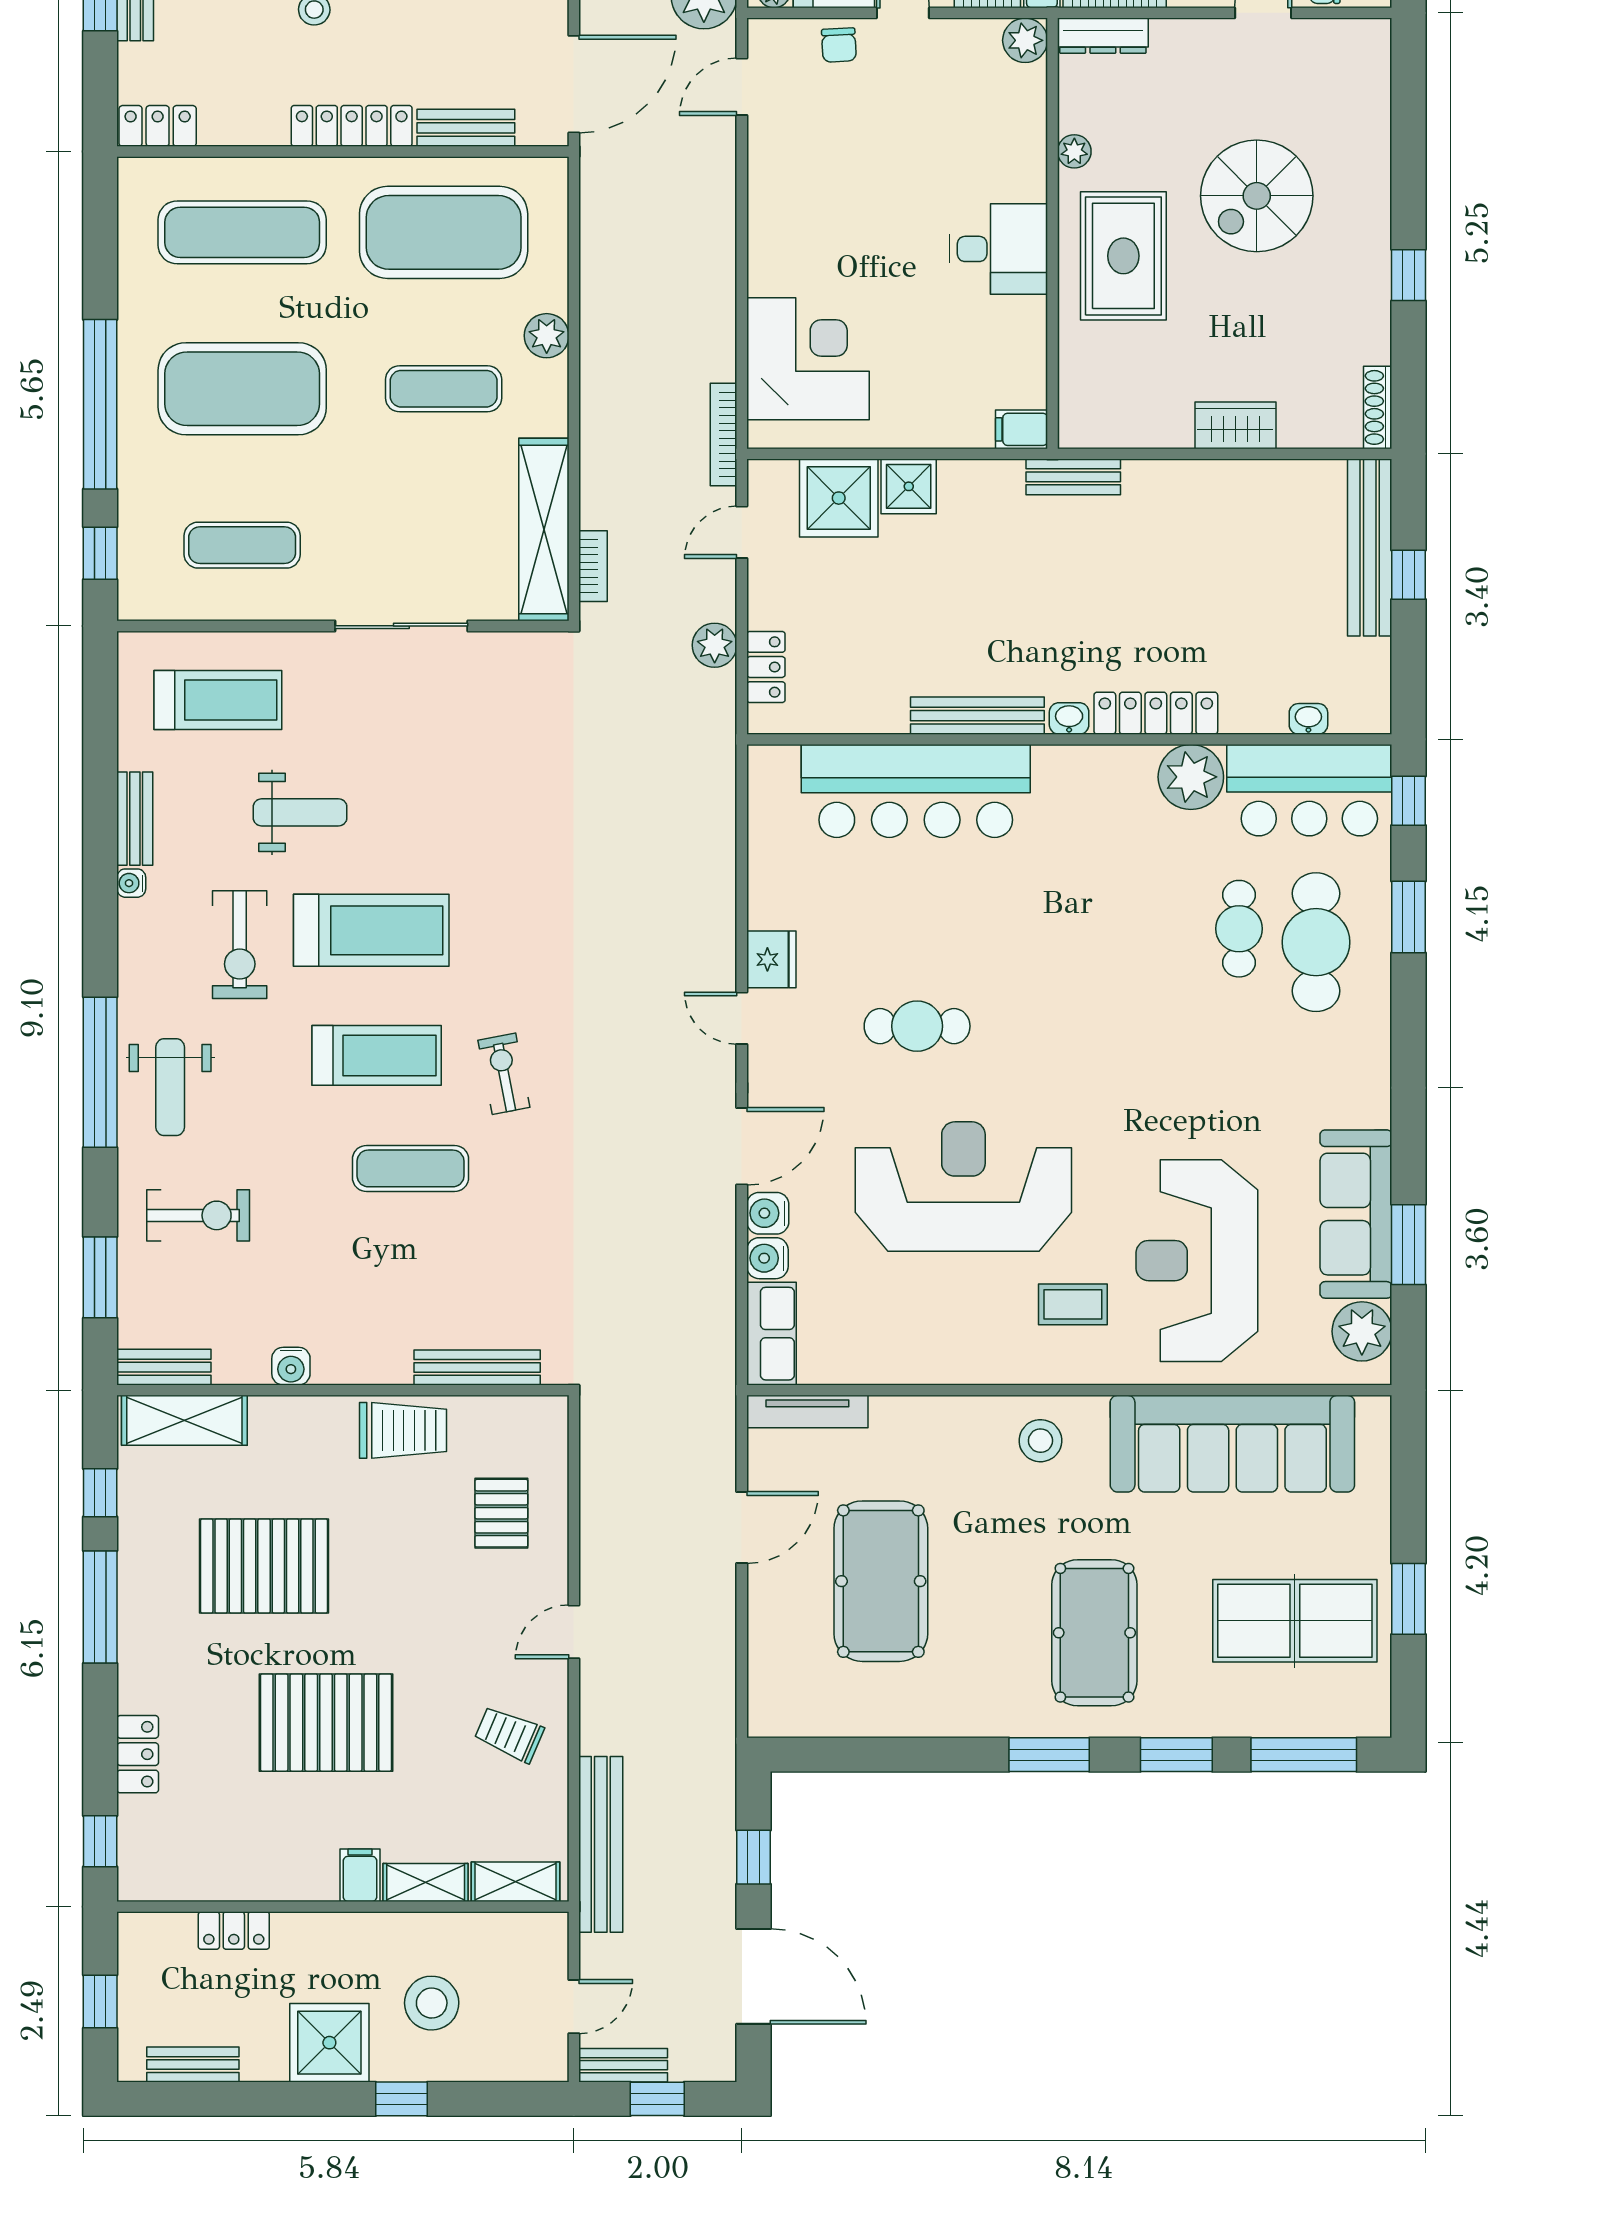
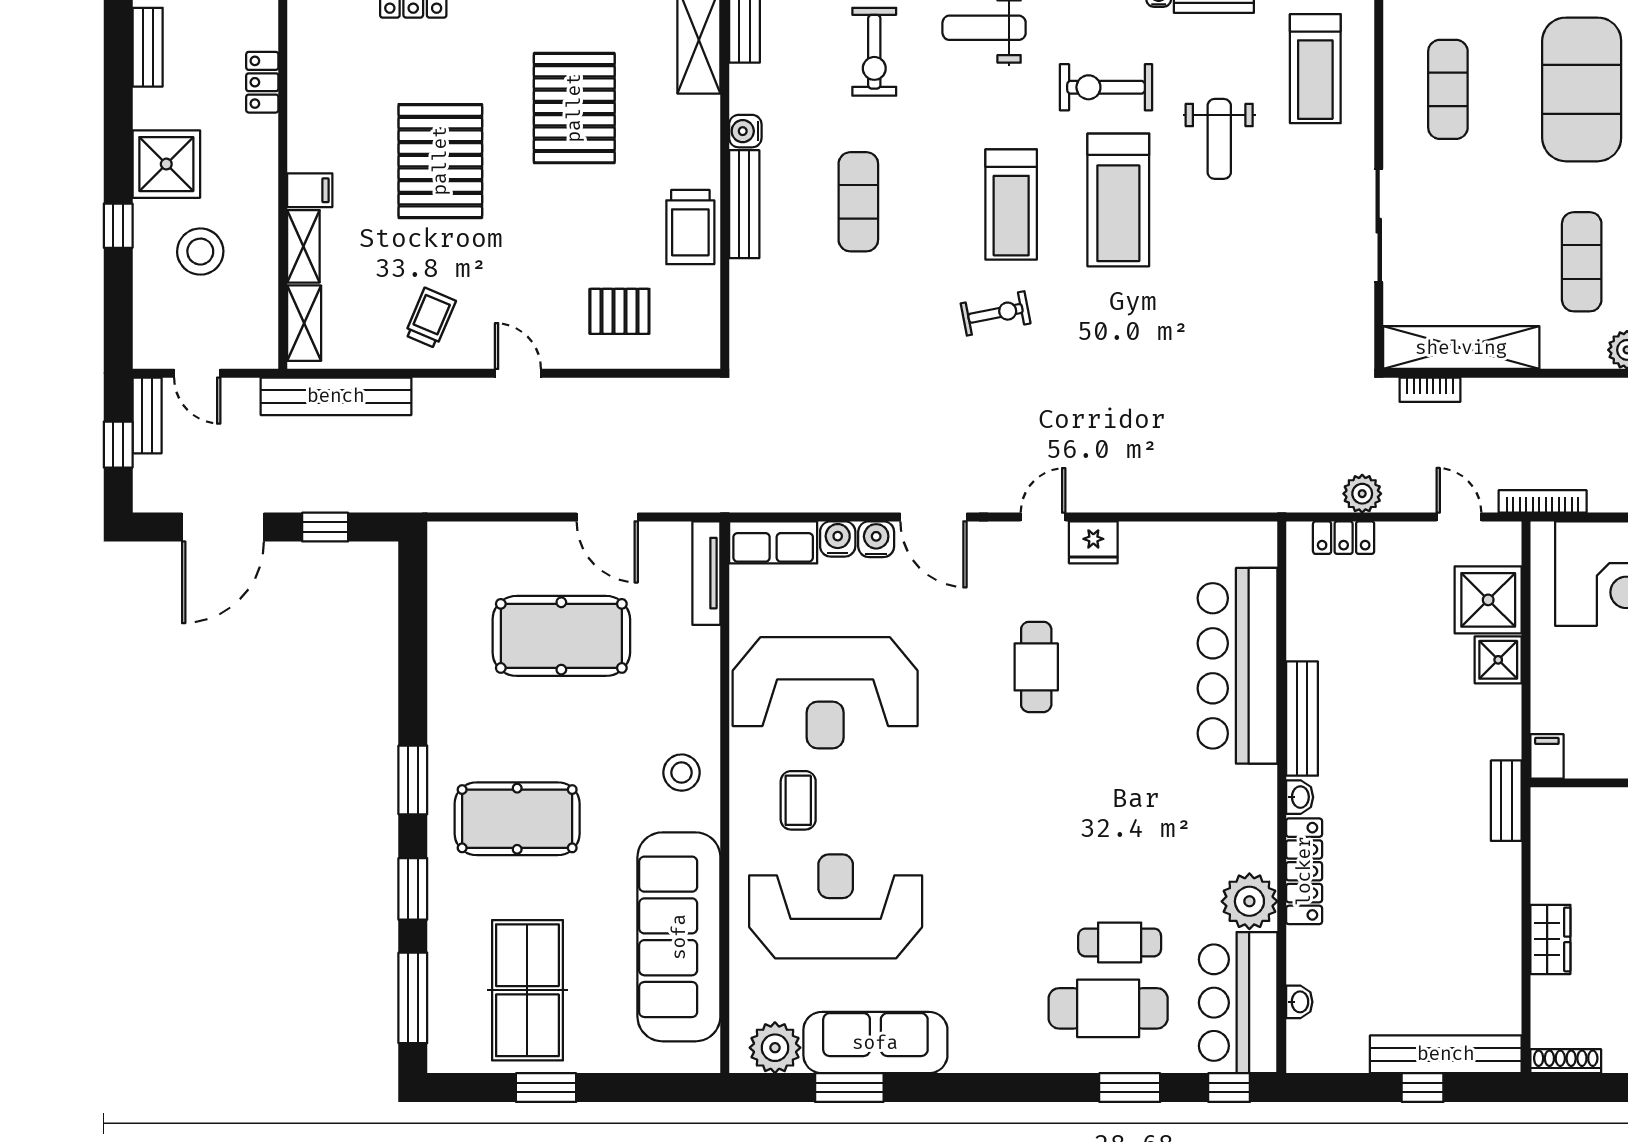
exercise mat: (411, 1168) -> (858, 202), moved
reception desk: (963, 1187) -> (825, 693), moved, turned 90
bench: (477, 1367) -> (744, 204), moved

